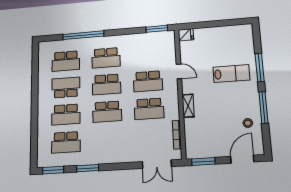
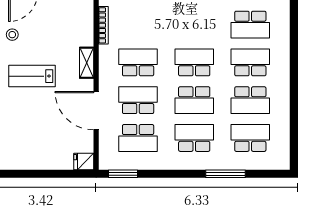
window: (83, 35) -> (225, 174), width x0.68
school desk: (147, 55) -> (138, 138), added
door: (179, 71) -> (96, 111), width x1.87
lab bench: (231, 74) -> (32, 76), moved
school desk: (107, 84) -> (194, 100), turned 180
school desk: (66, 142) -> (250, 25), turned 180

